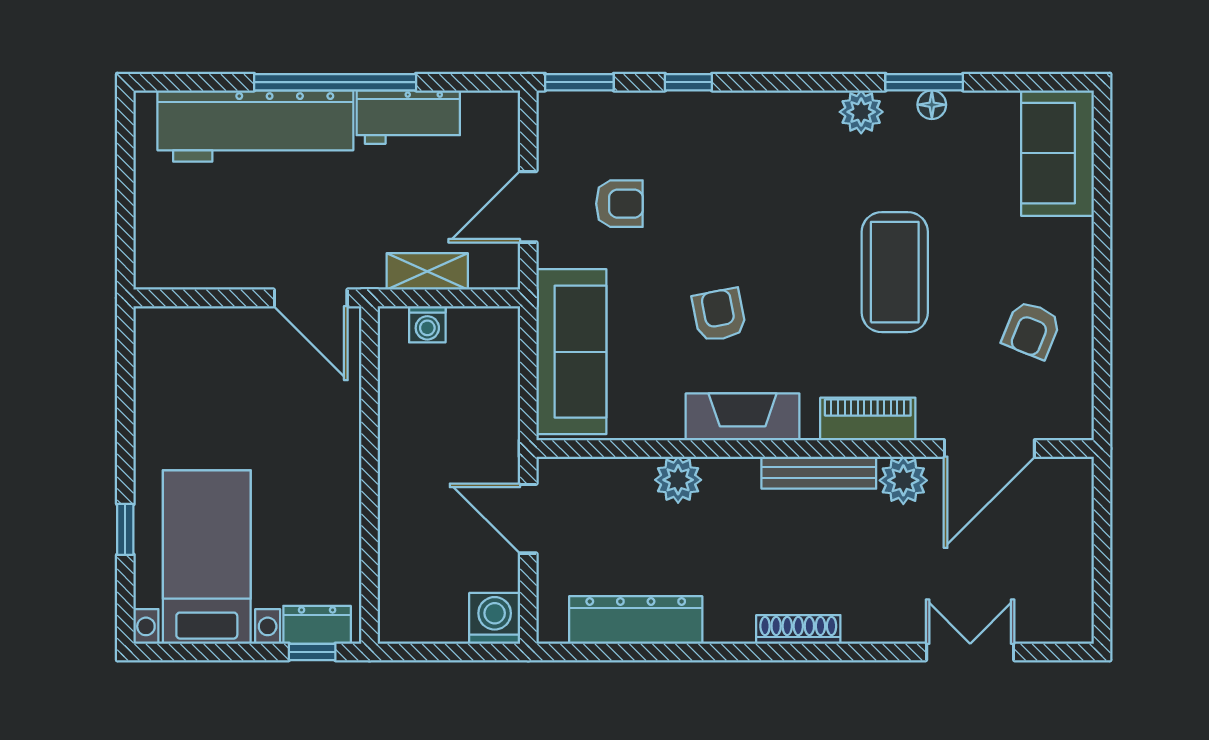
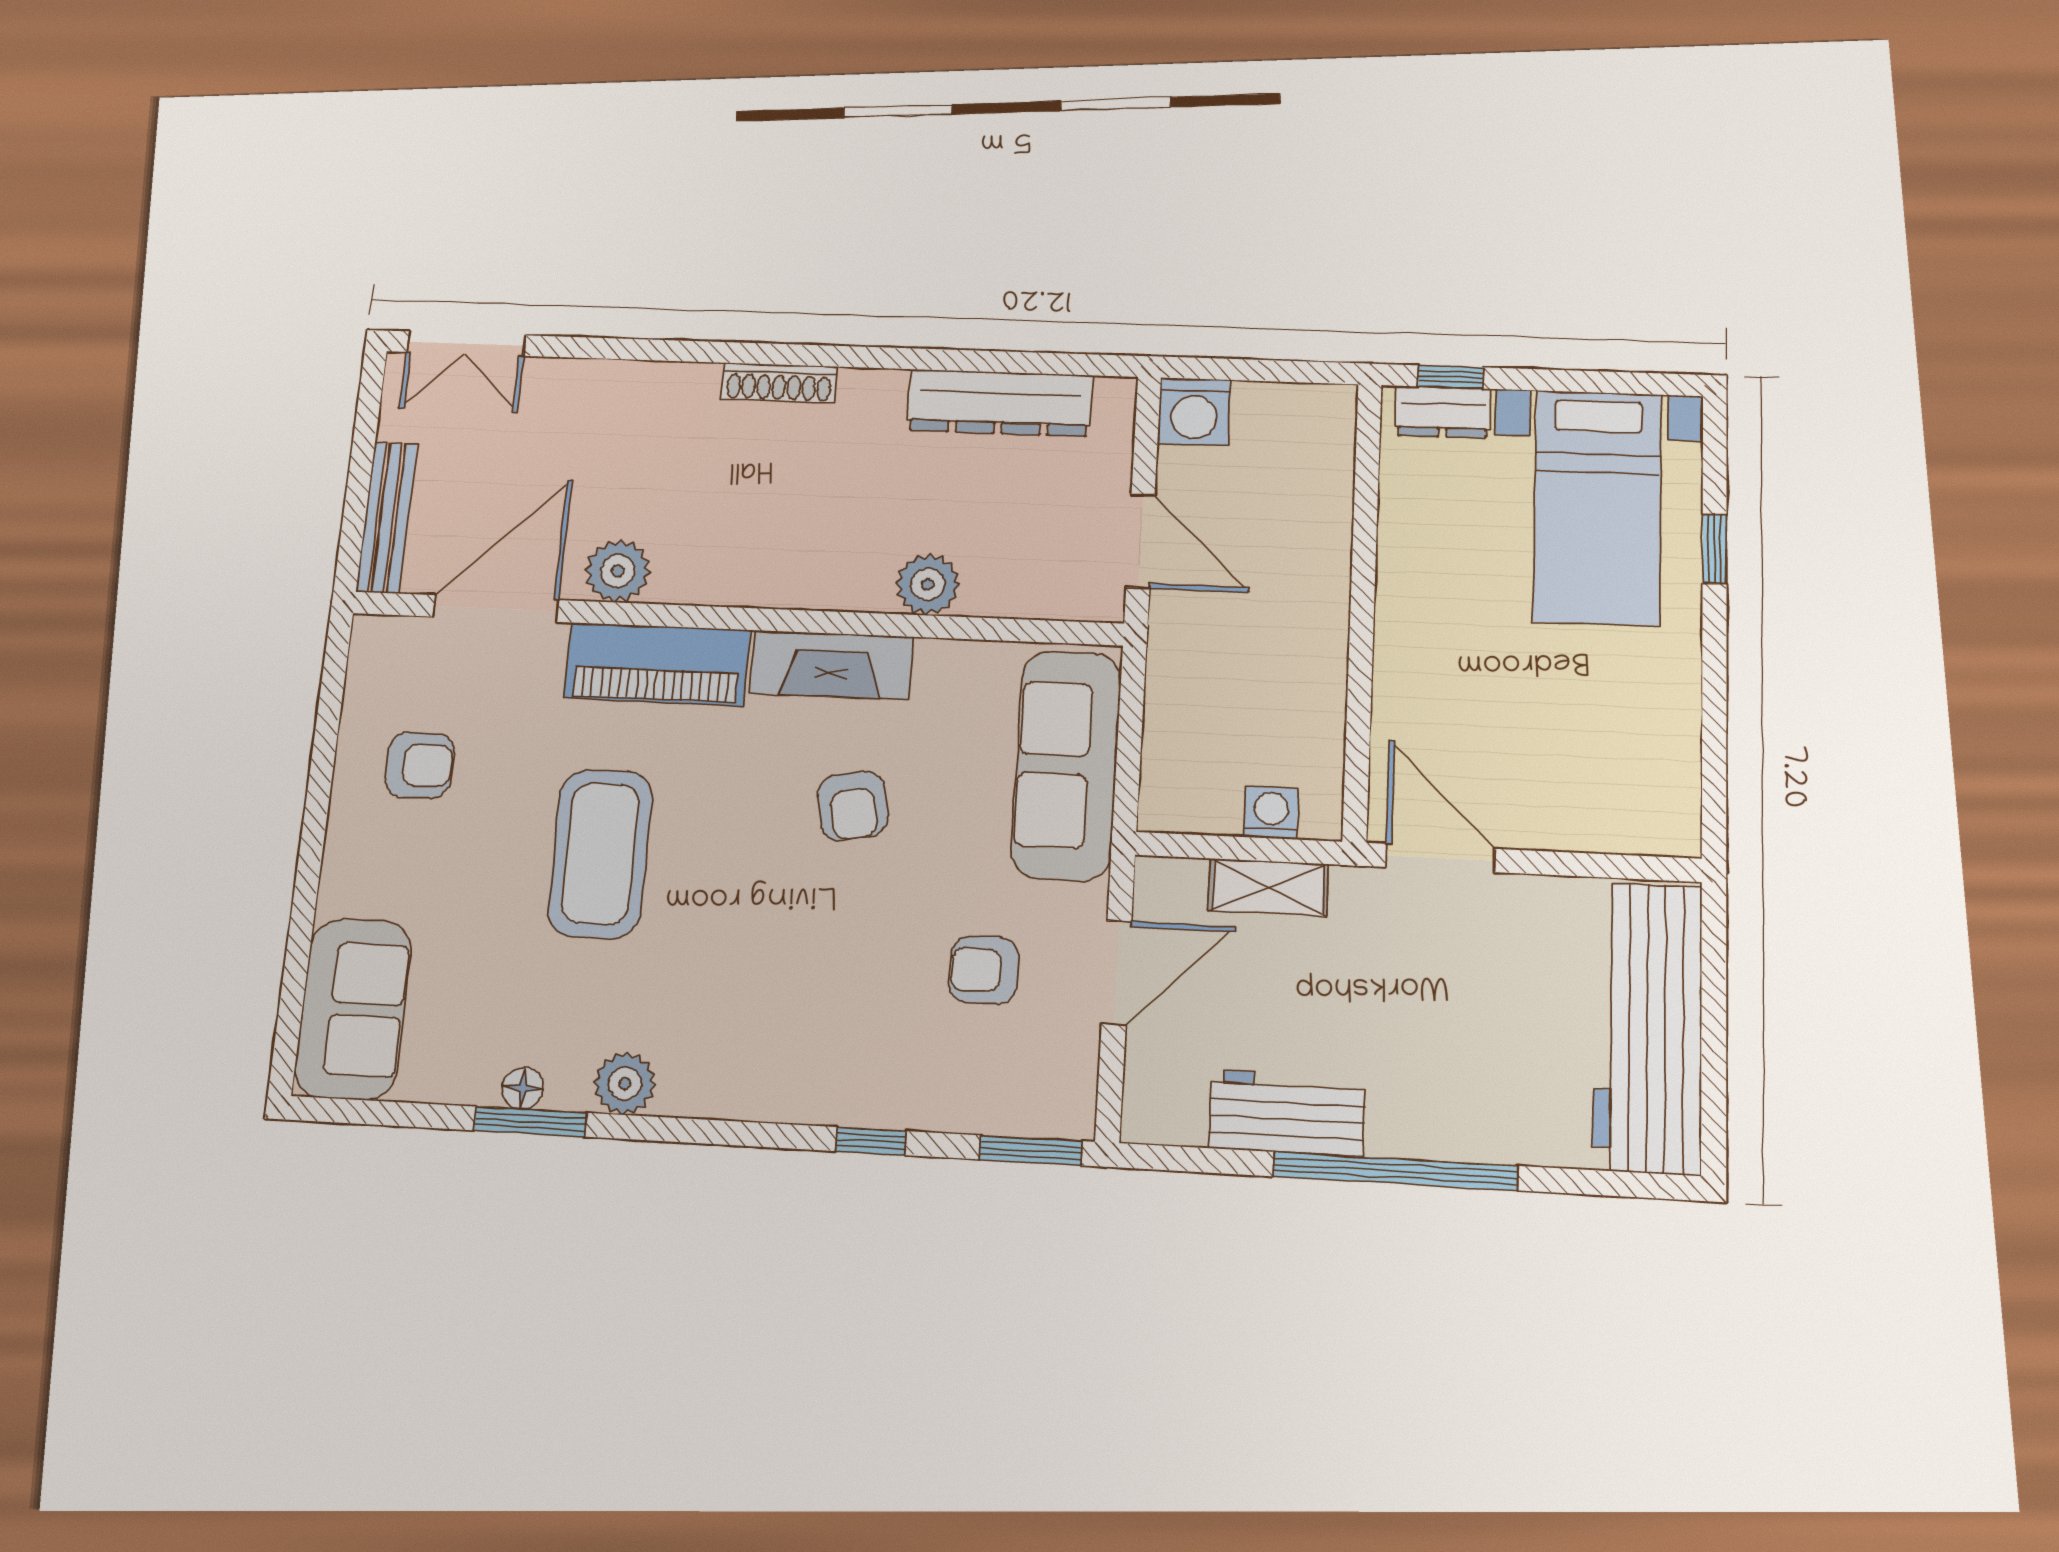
workbench: (255, 126) -> (1648, 1027), moved, turned -90
armchair: (1031, 330) -> (419, 765), turned 68
piano: (868, 419) -> (657, 664), width x1.37, depth x1.33
bench: (819, 473) -> (387, 518), moved, turned 90
double door: (970, 652) -> (466, 344), moved

